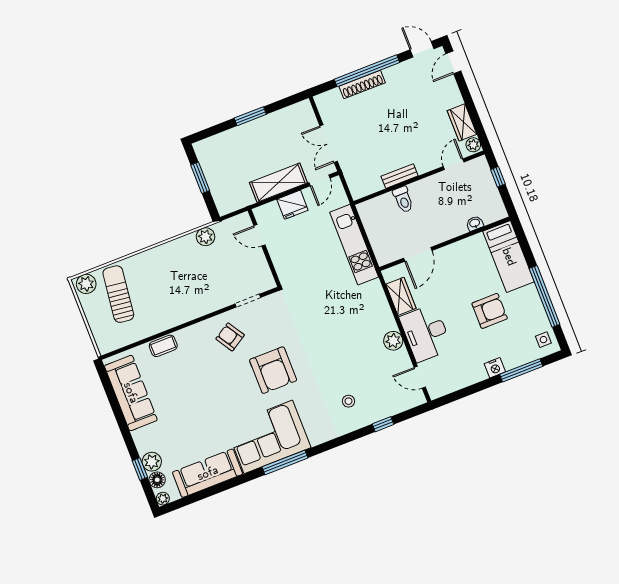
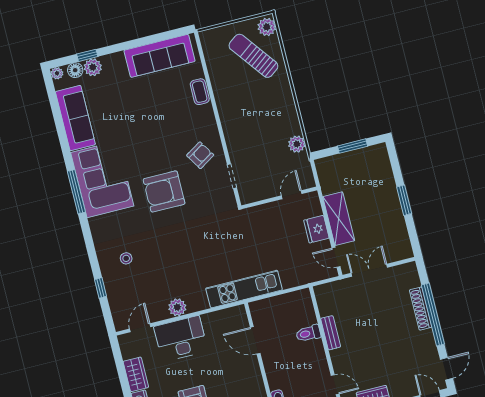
kitchen unit: (354, 245) -> (244, 289), moved
sun lounger: (118, 294) -> (253, 56), turned -134
wardrobe: (401, 296) -> (136, 374), moved, turned -90

